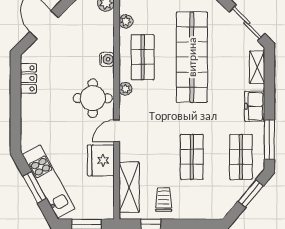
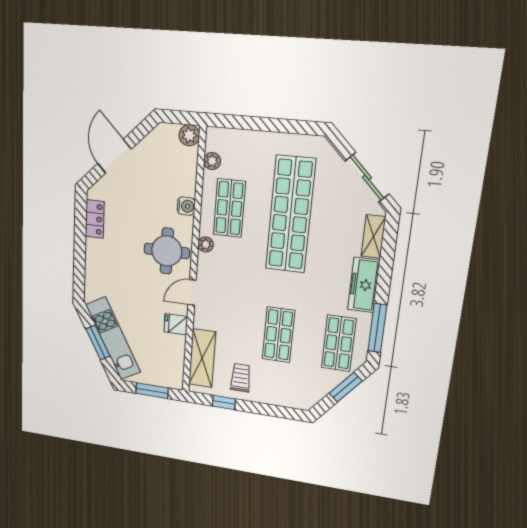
freezer: (255, 106) -> (364, 285), width x1.40
fridge: (101, 160) -> (176, 324), width x0.53, depth x0.75

